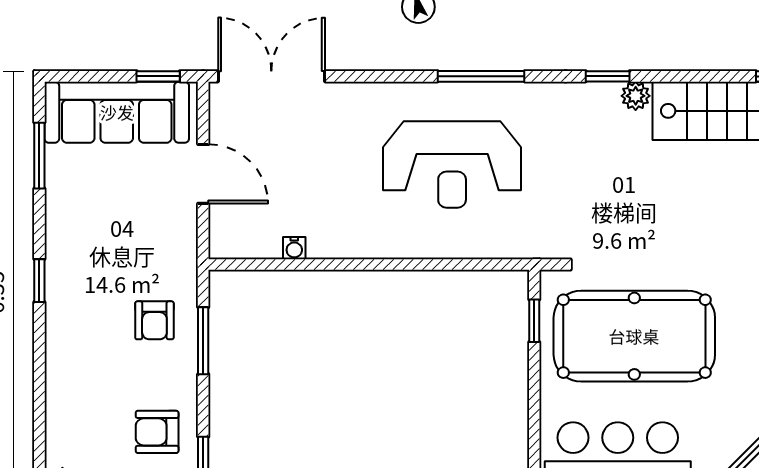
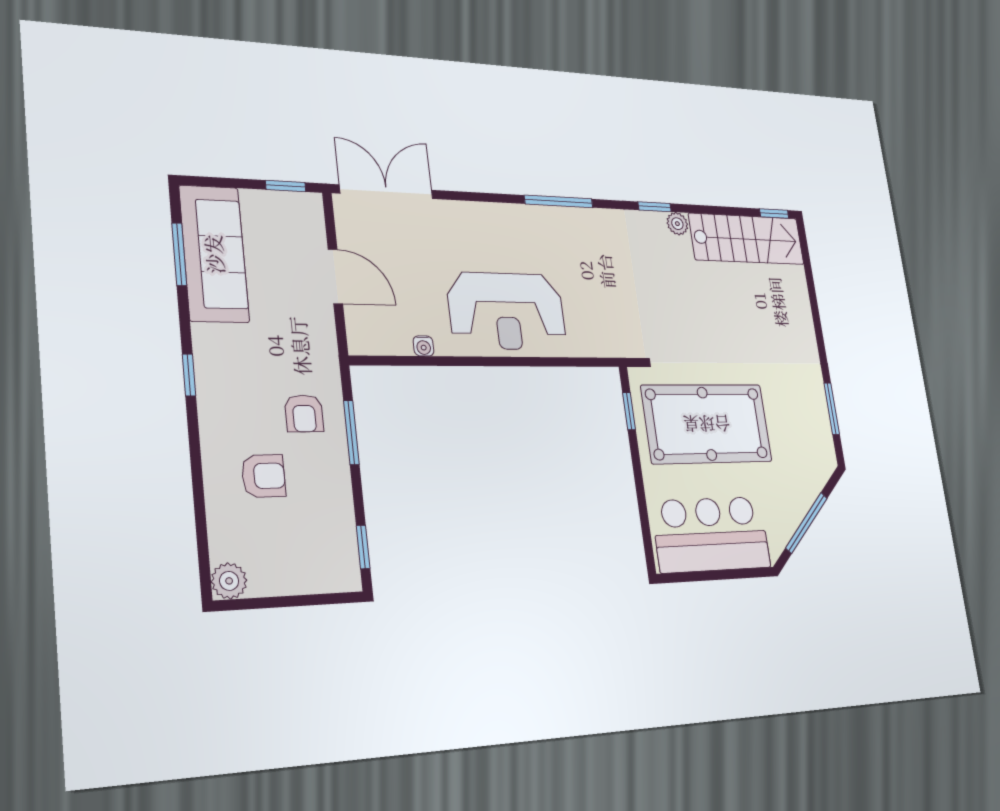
sofa: (117, 112) -> (214, 254), moved, turned -90
reception desk: (452, 165) -> (507, 311), moved
armchair: (157, 432) -> (263, 476), moved, turned 180

